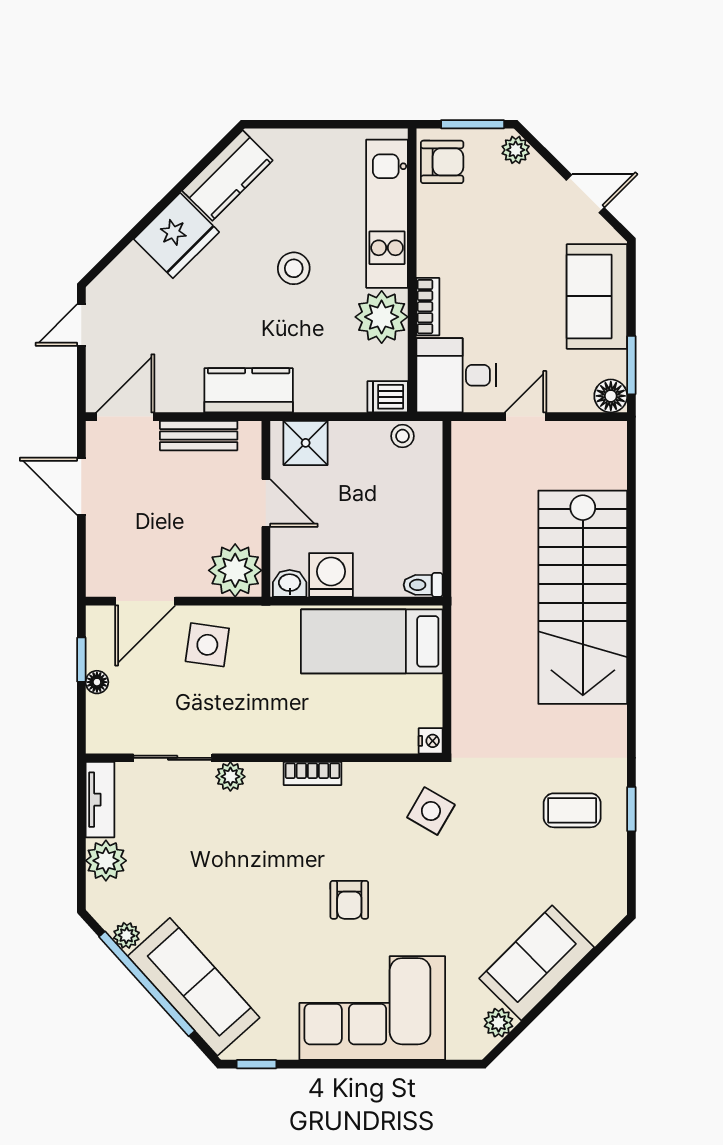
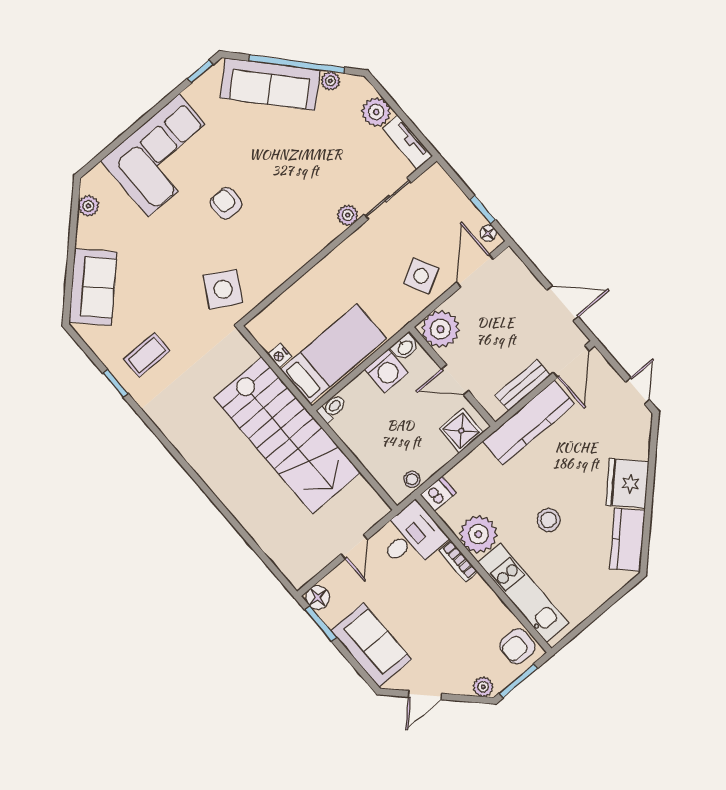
kitchen counter: (249, 390) -> (529, 423), width x1.50
stairs: (583, 597) -> (287, 435), moved, turned 180
side table: (207, 645) -> (421, 276), turned -36
floor lamp: (97, 682) -> (488, 233), moved
nightstand: (431, 741) -> (280, 355), moved
bookcase: (313, 773) -> (305, 255), removed
side table: (431, 811) -> (223, 289), width x1.37, depth x1.37
sofa: (537, 963) -> (93, 287), moved

